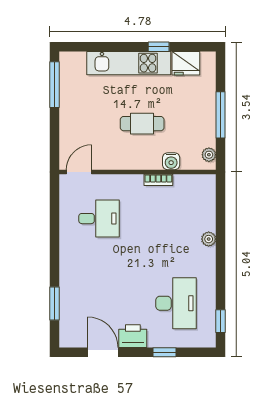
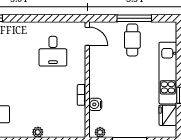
window: (54, 85) -> (134, 18), moved
cafe table: (142, 124) -> (132, 40), moved

